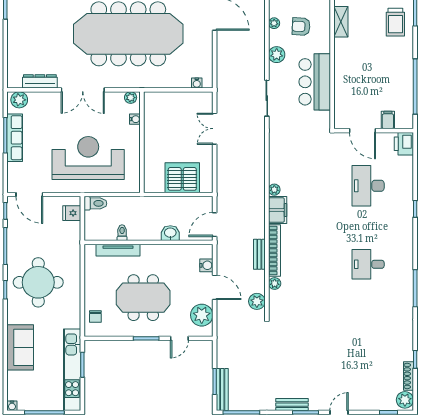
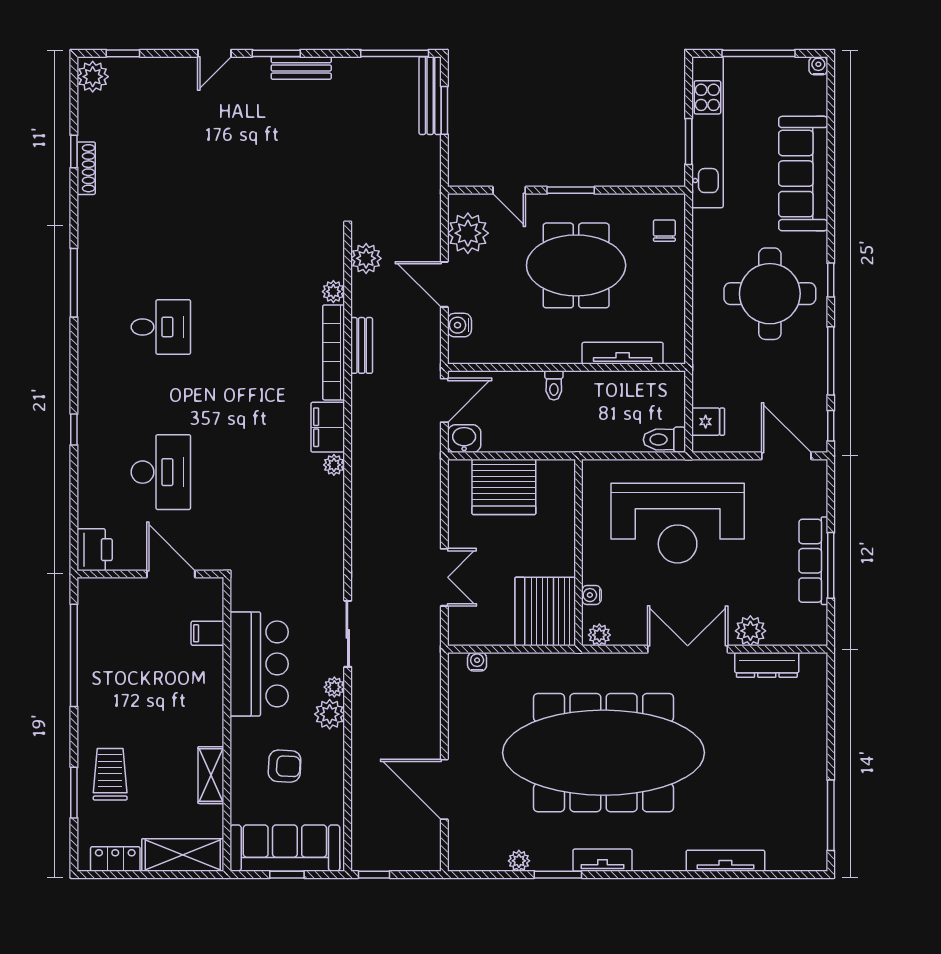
plant: (274, 23) -> (334, 687), moved
plant: (19, 100) -> (750, 631), moved
server rack: (160, 110) -> (545, 611), added
filing cabinet: (388, 120) -> (207, 633), moved, turned 90
toilet: (122, 233) -> (554, 385), moved
washbasin: (170, 233) -> (464, 439), moved, turned 180
door: (179, 338) -> (509, 190), swing flipped
sofa: (20, 347) -> (803, 174), width x1.36
shoe rack: (408, 376) -> (86, 168), moved

